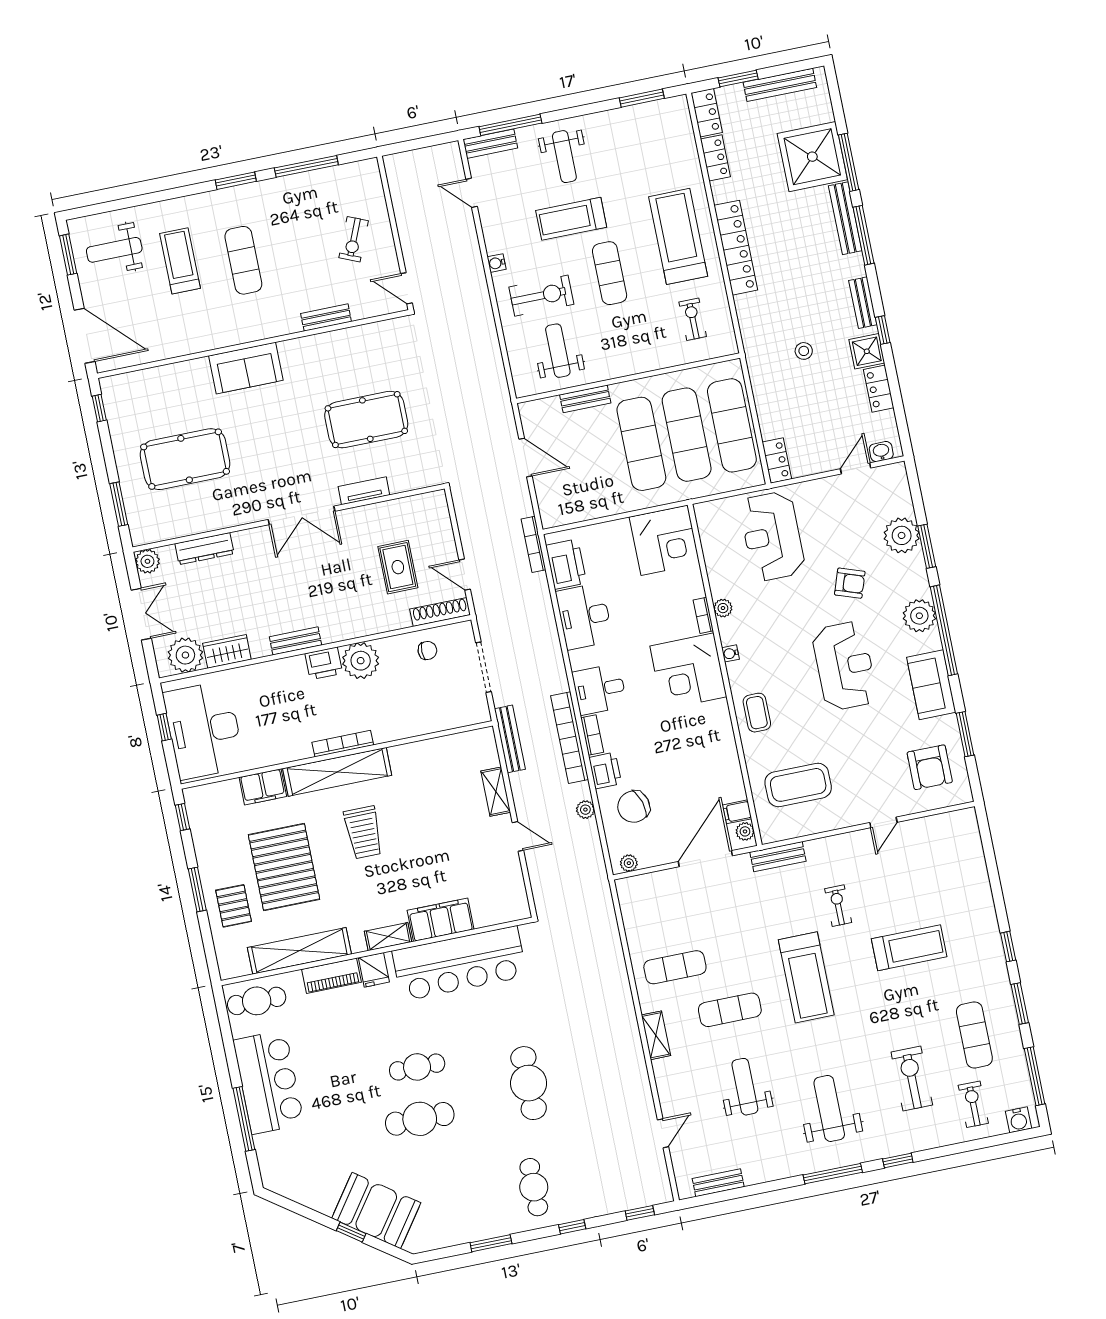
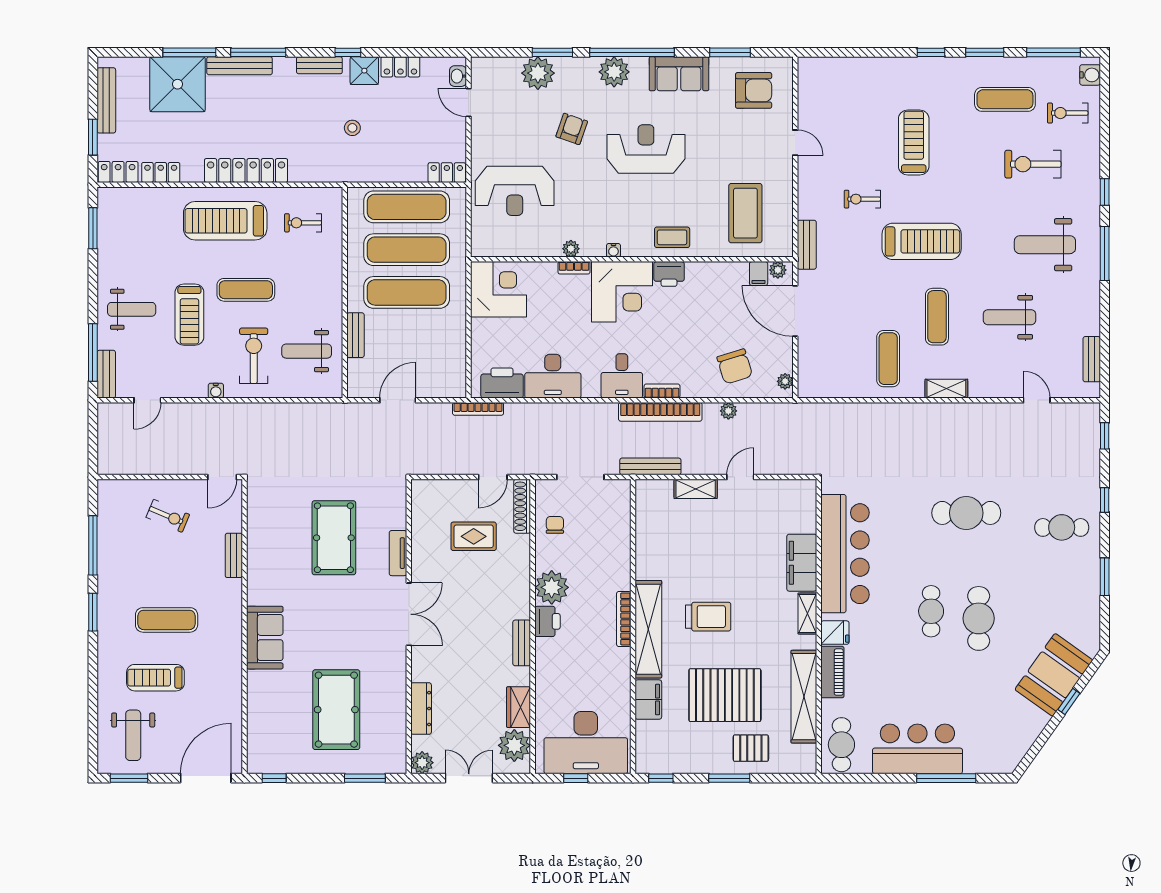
printer: (605, 770) -> (669, 274), moved, turned 180

